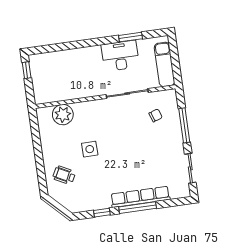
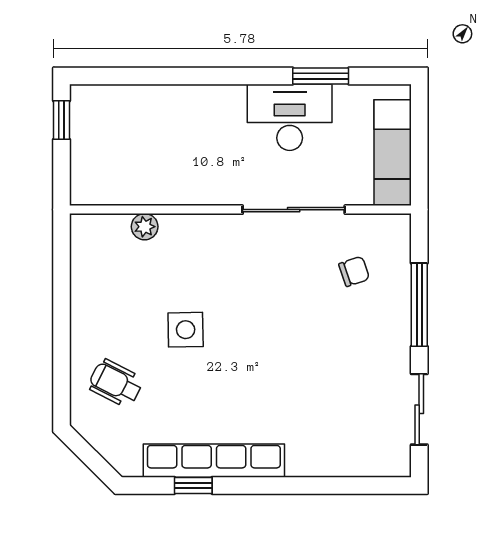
plant: (63, 115) -> (145, 227), width x0.53, depth x0.53
row of seats: (140, 197) -> (214, 461), moved
window: (138, 208) -> (280, 485), removed

